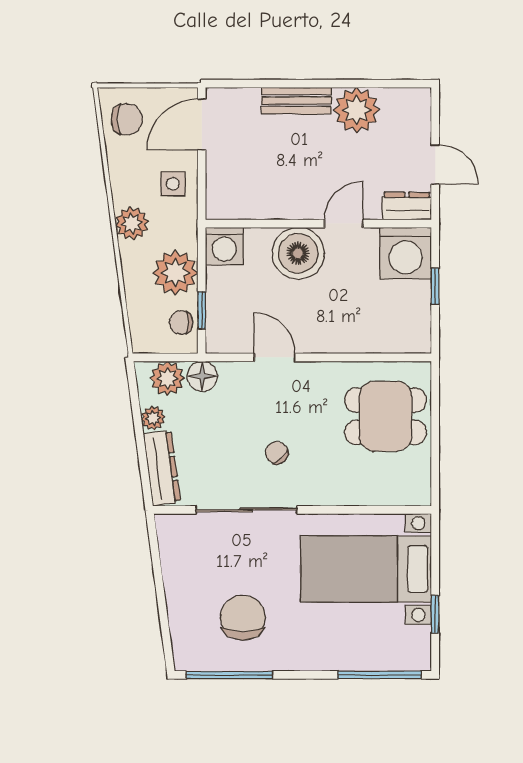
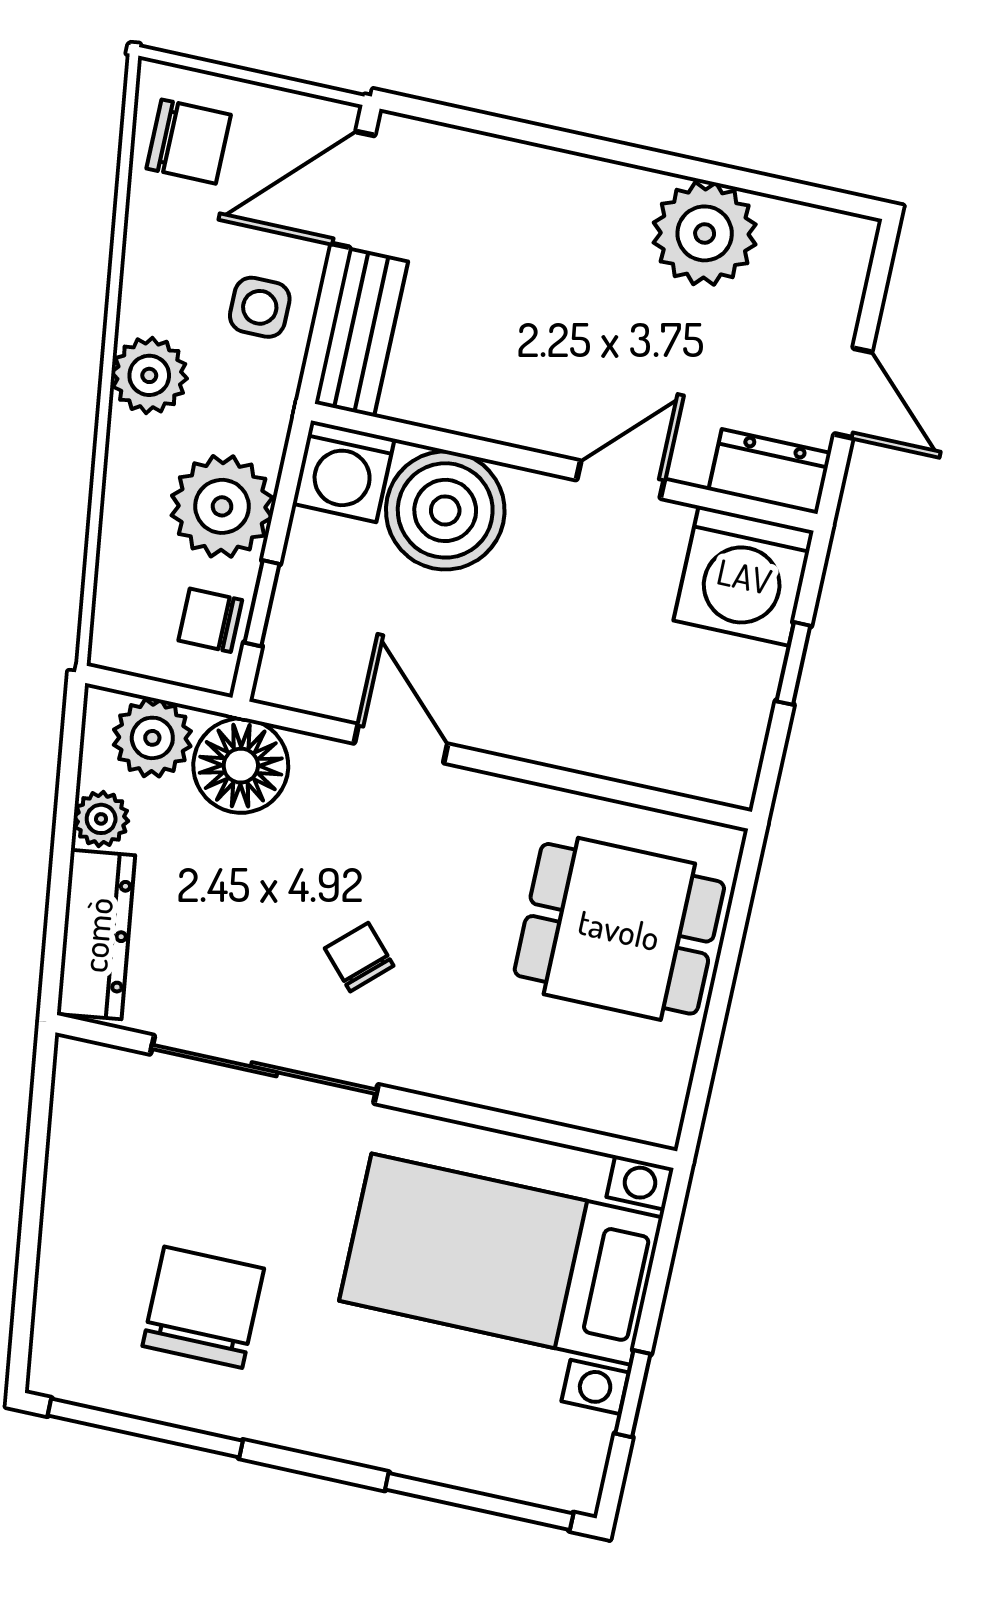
bench: (296, 101) -> (361, 333), moved, turned 90
boiler: (298, 253) -> (445, 510), moved
floor lamp: (202, 376) -> (241, 766), width x1.38, depth x1.38

